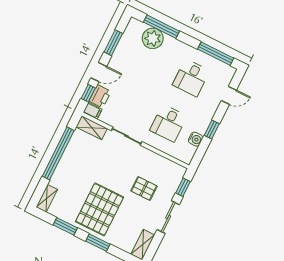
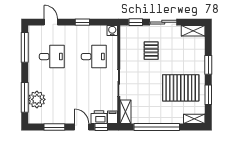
water cooler: (196, 139) -> (112, 31), moved
pallet: (100, 209) -> (181, 88), moved

